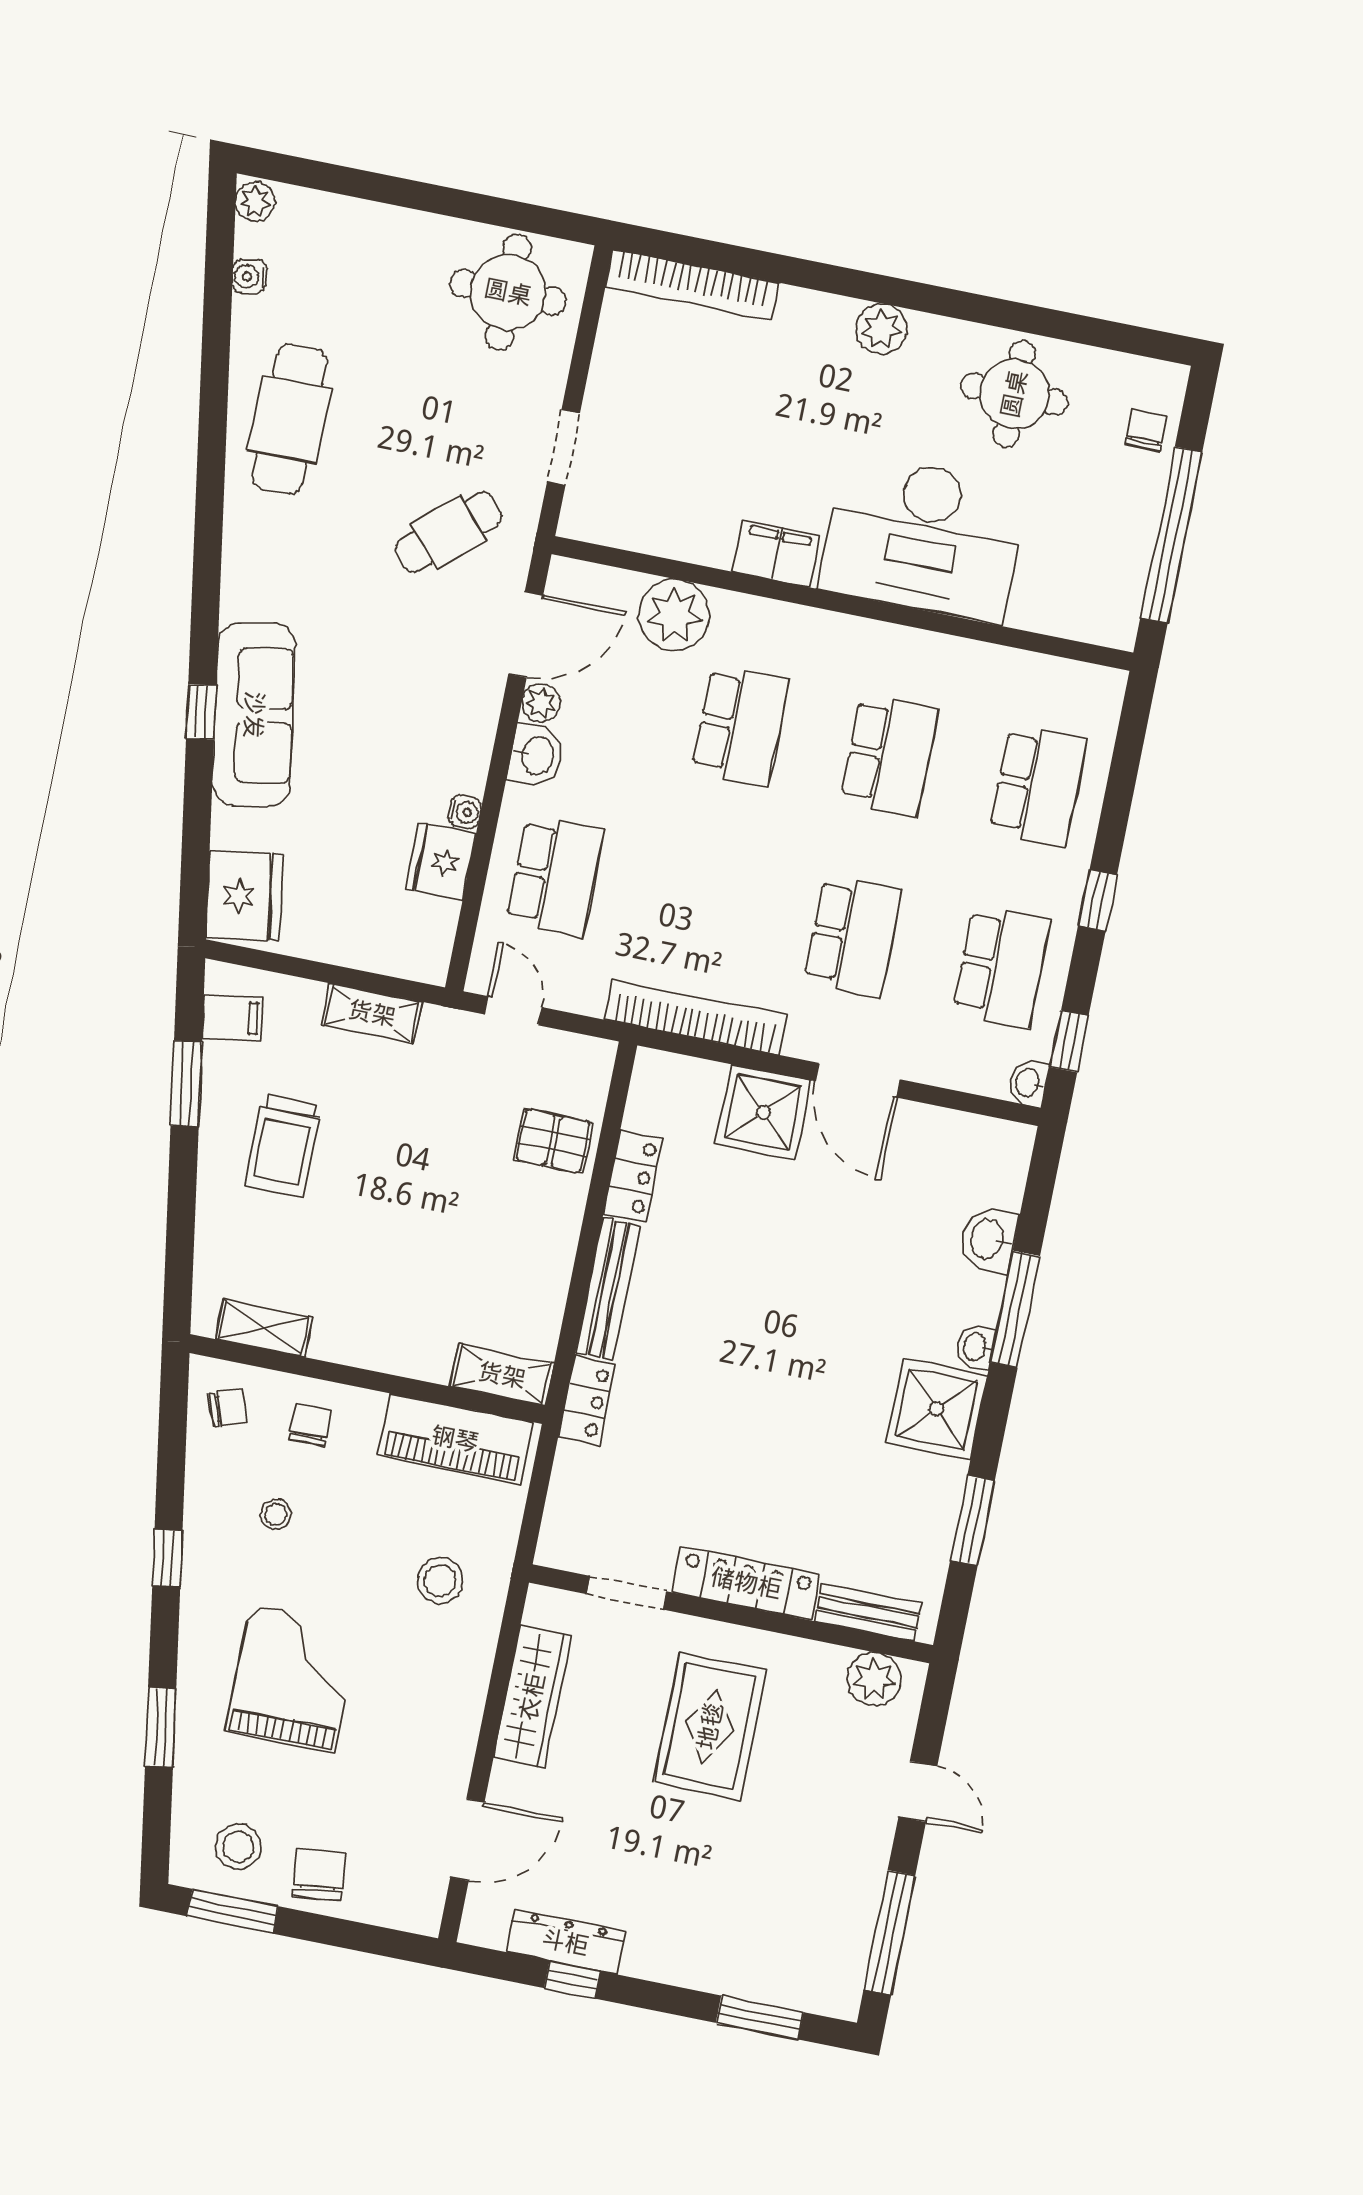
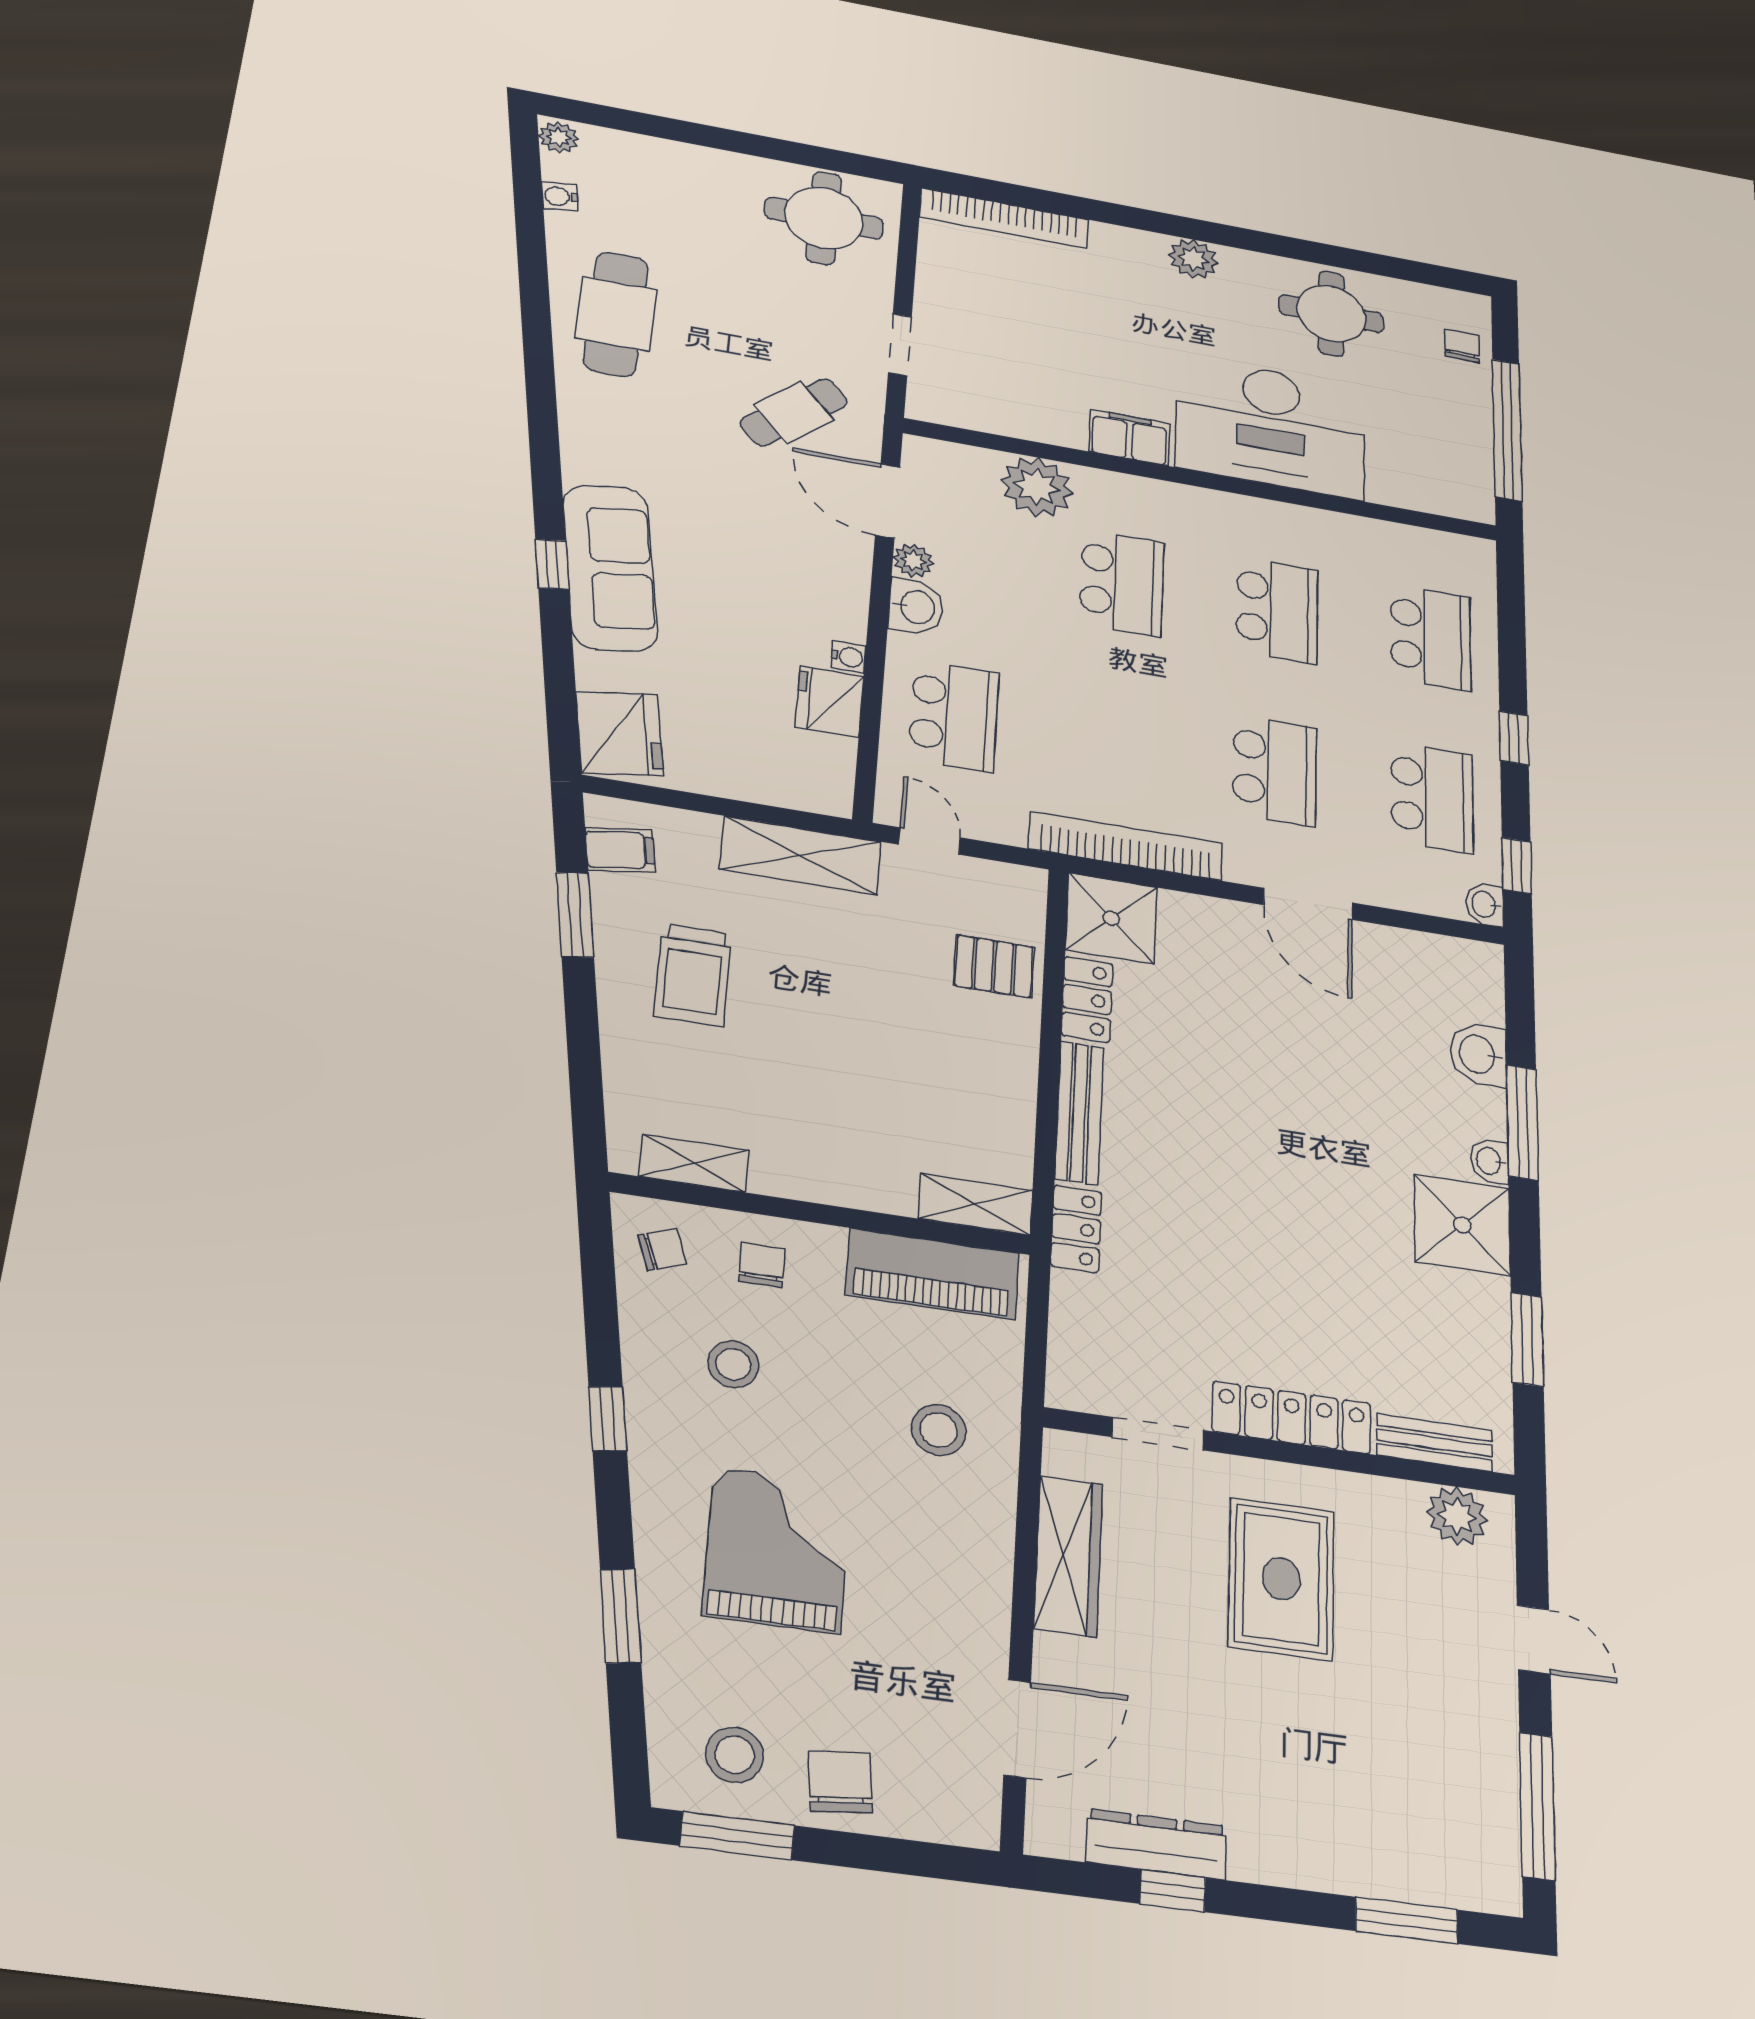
door: (526, 635) -> (888, 501), swing flipped
shelving: (372, 1013) -> (801, 855), width x1.50, depth x1.33
shower: (763, 1112) -> (1111, 918), moved
stool: (276, 1514) -> (733, 1364), width x1.37, depth x1.37

